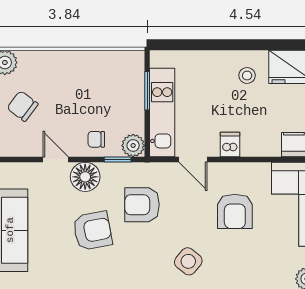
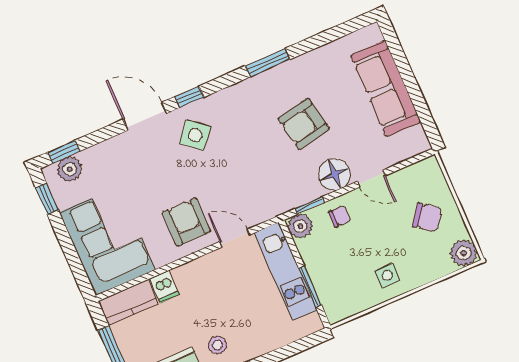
side table: (78, 72) -> (387, 275), added
dishwasher: (230, 145) -> (164, 287), moved
armchair: (142, 205) -> (266, 171), removed
armchair: (235, 211) -> (186, 222), moved

